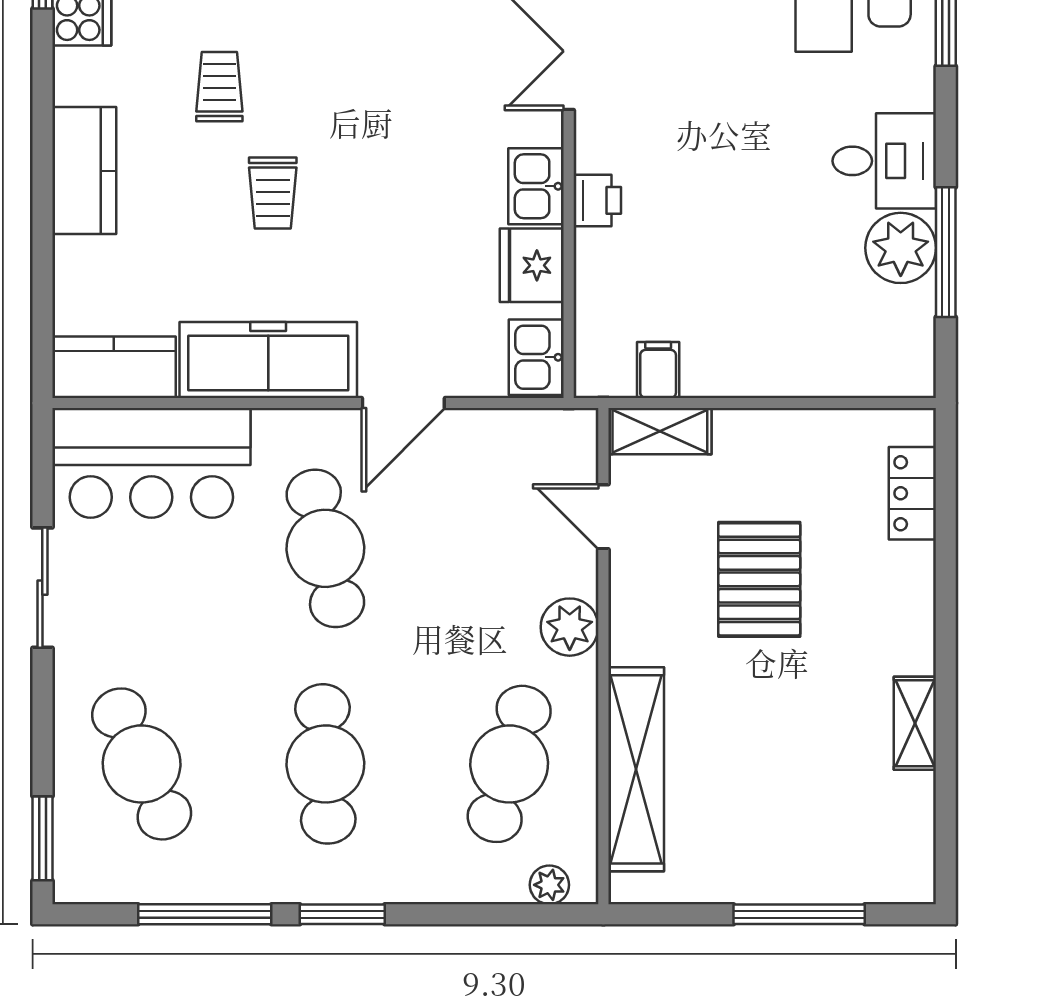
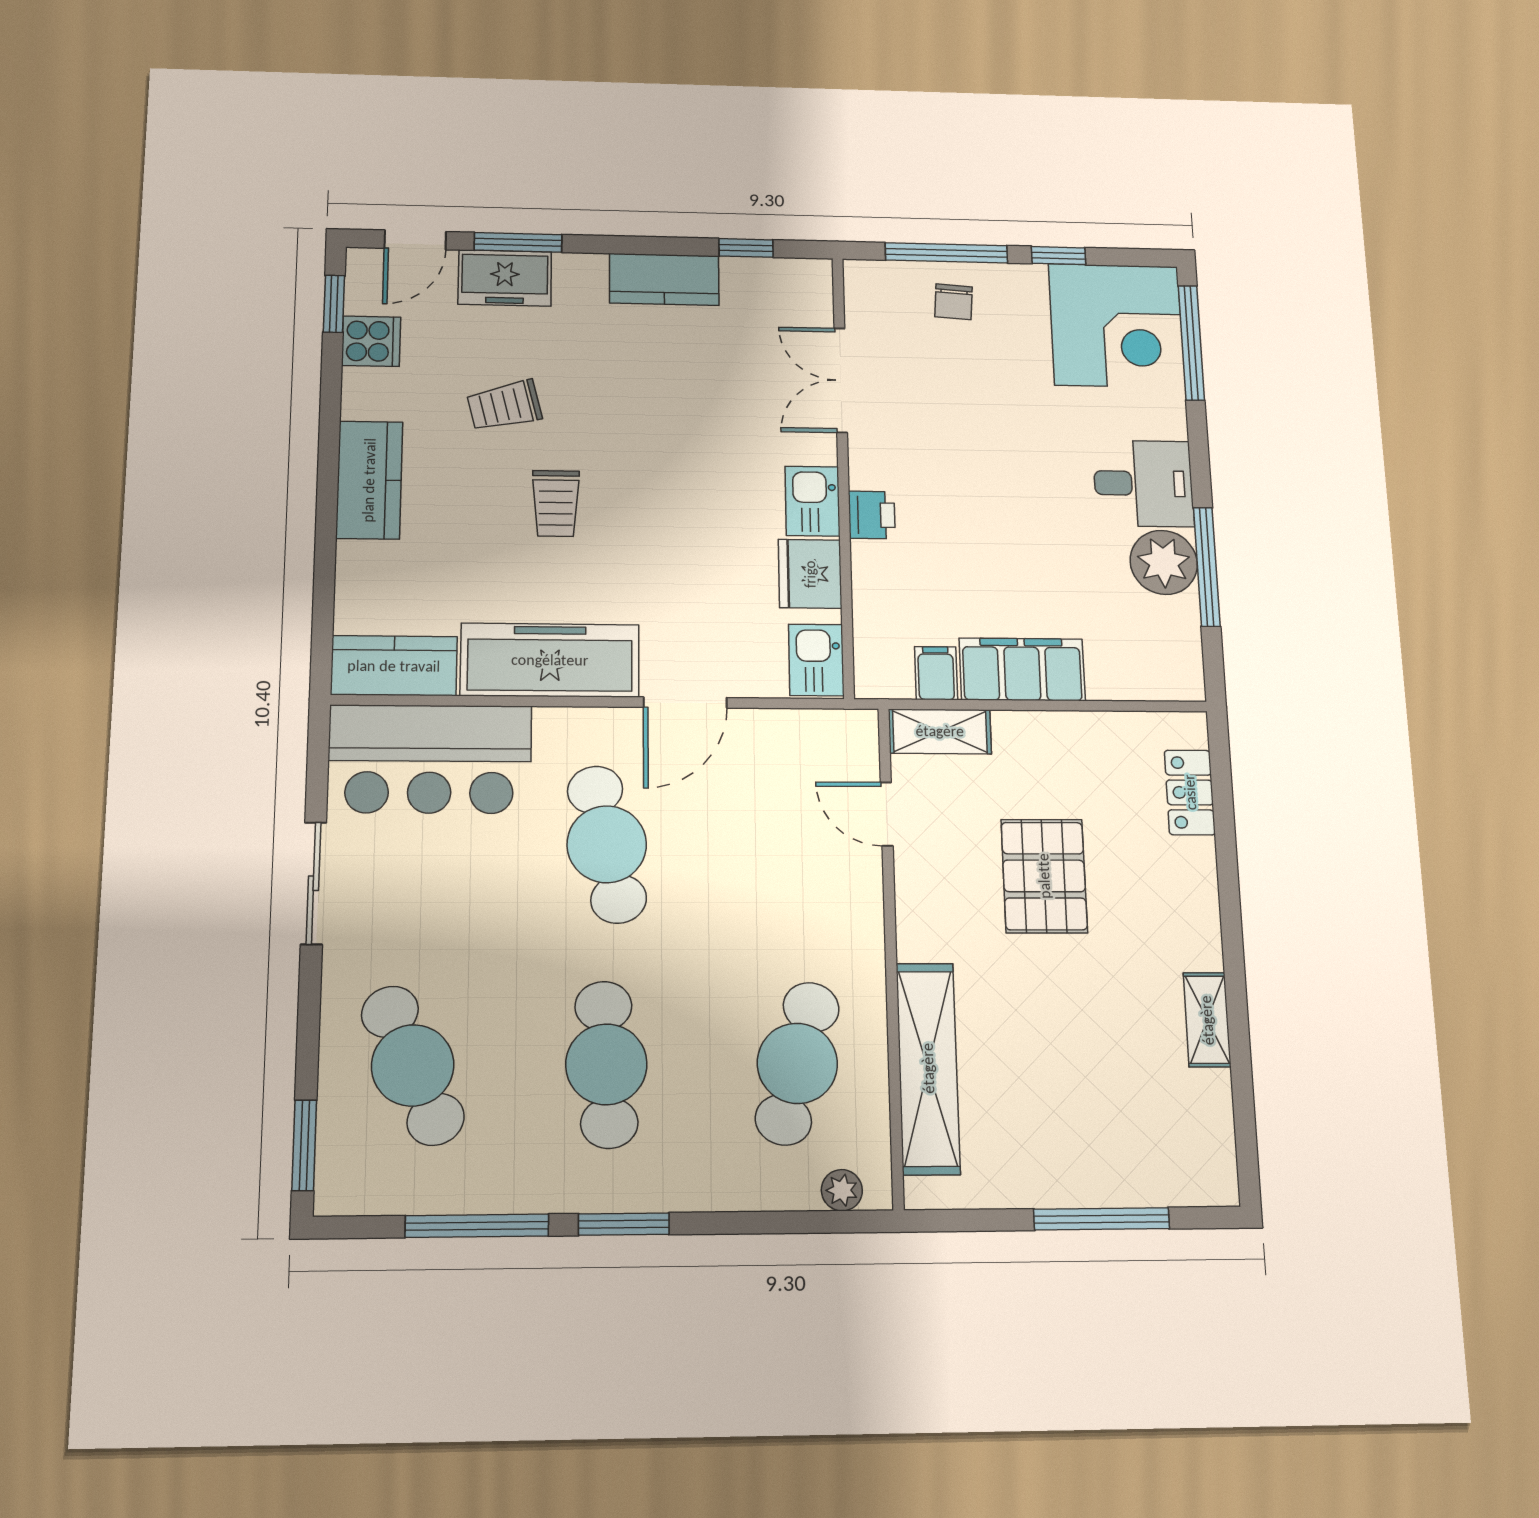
trolley: (219, 87) -> (504, 406), turned -104
filing cabinet: (747, 365) -> (1022, 669), added
plant: (570, 627) -> (856, 923), removed

